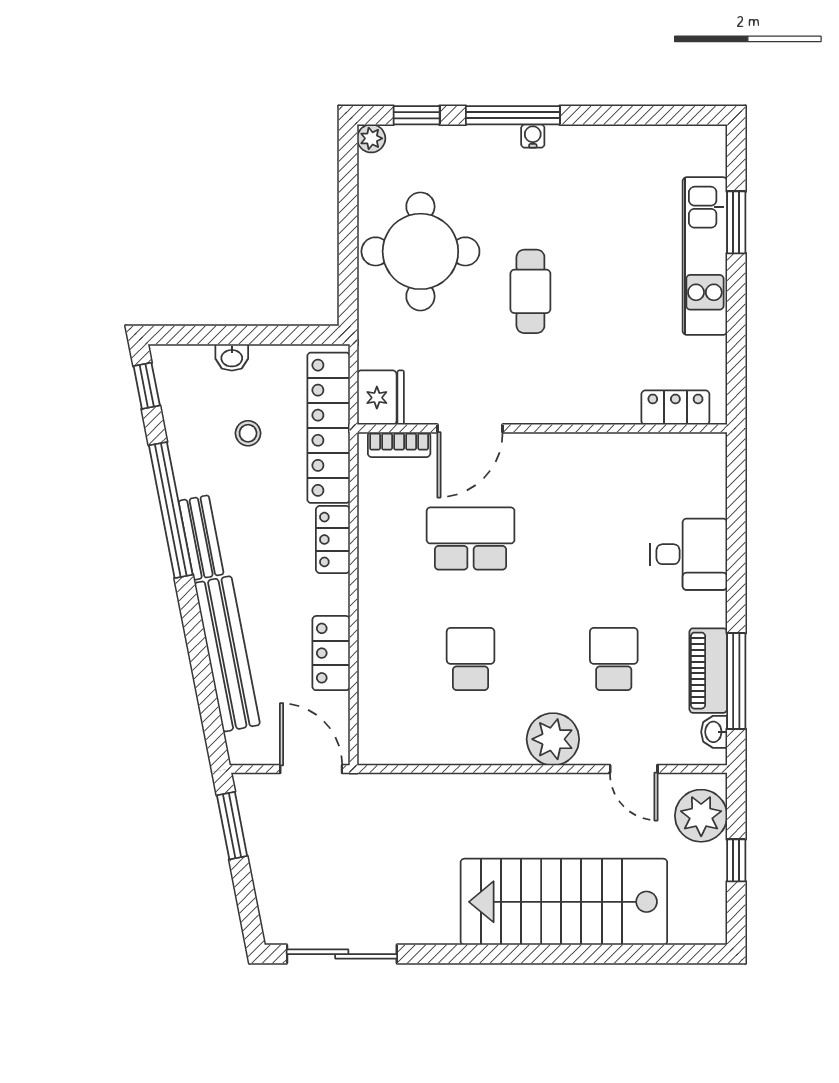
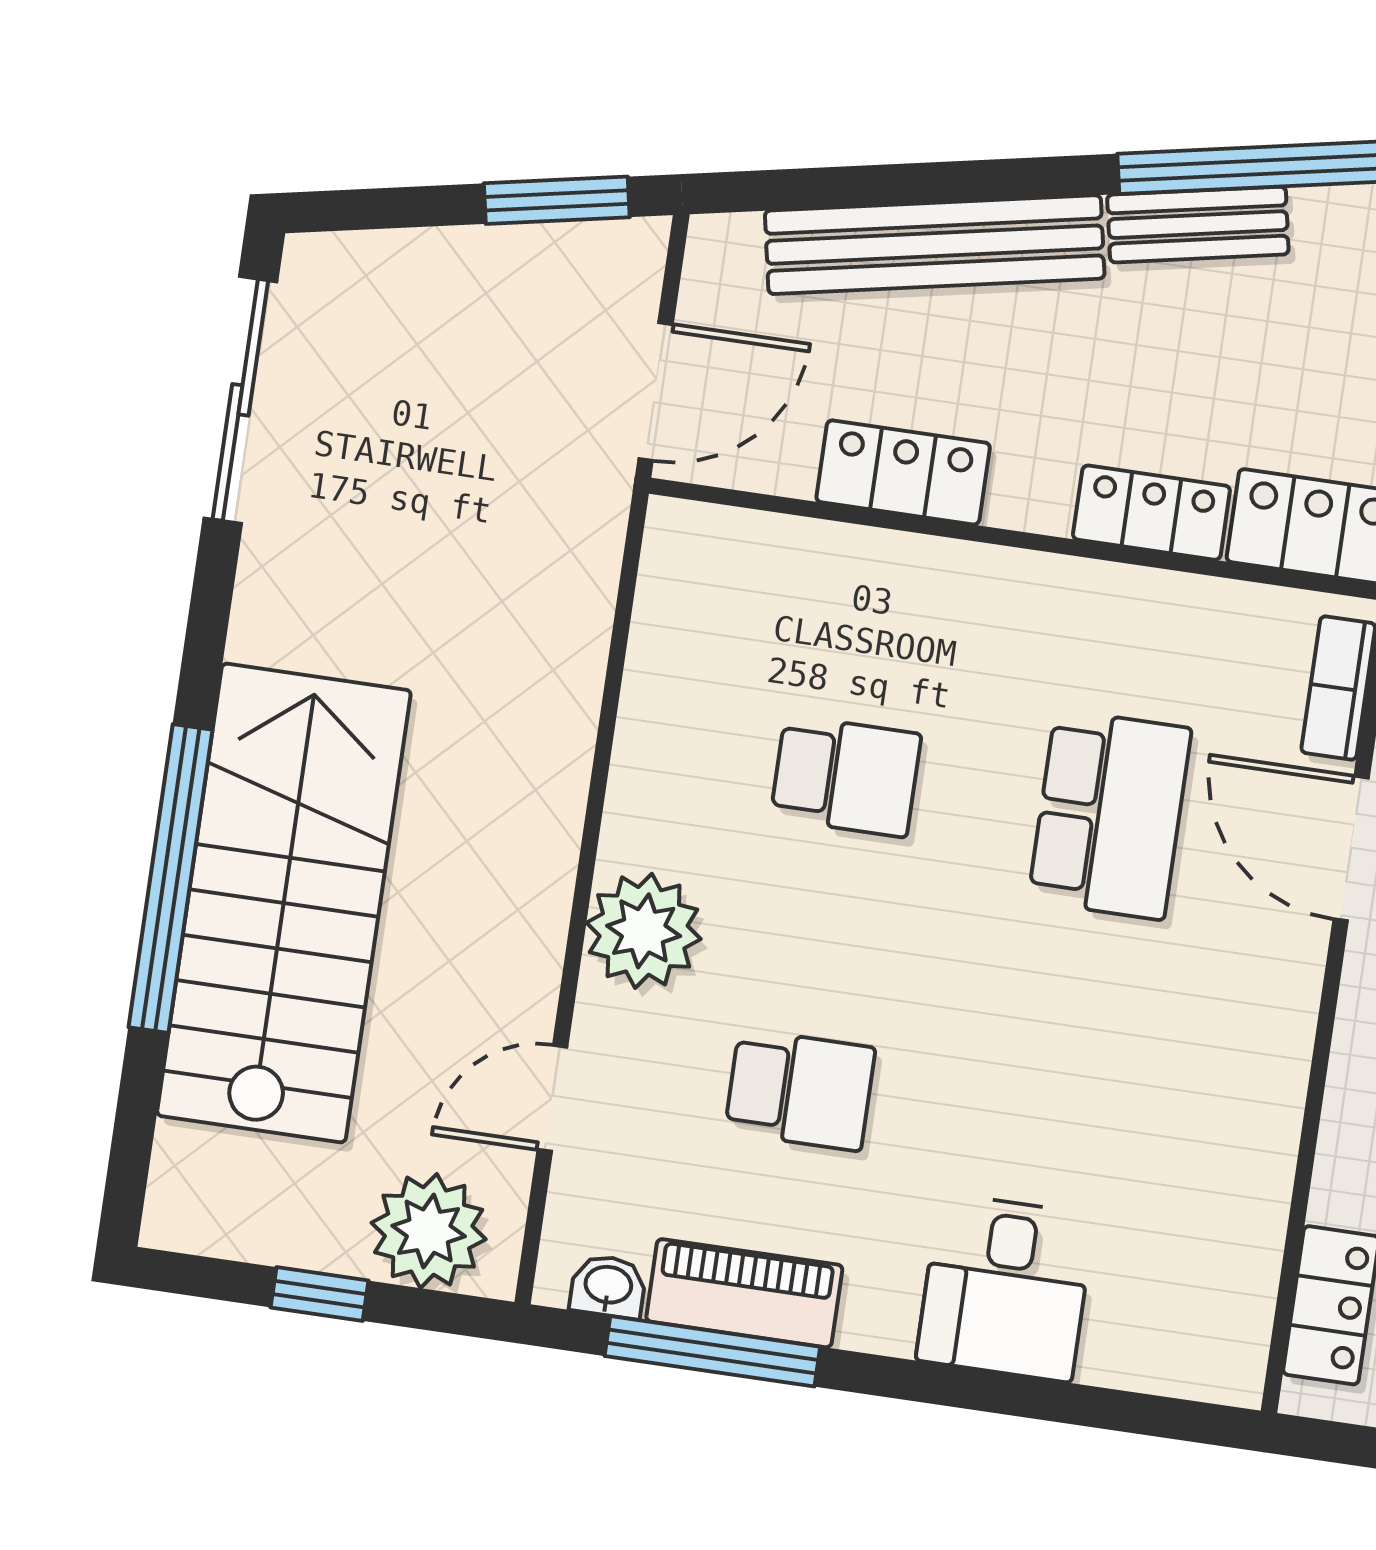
window: (560, 954) -> (171, 879), added

